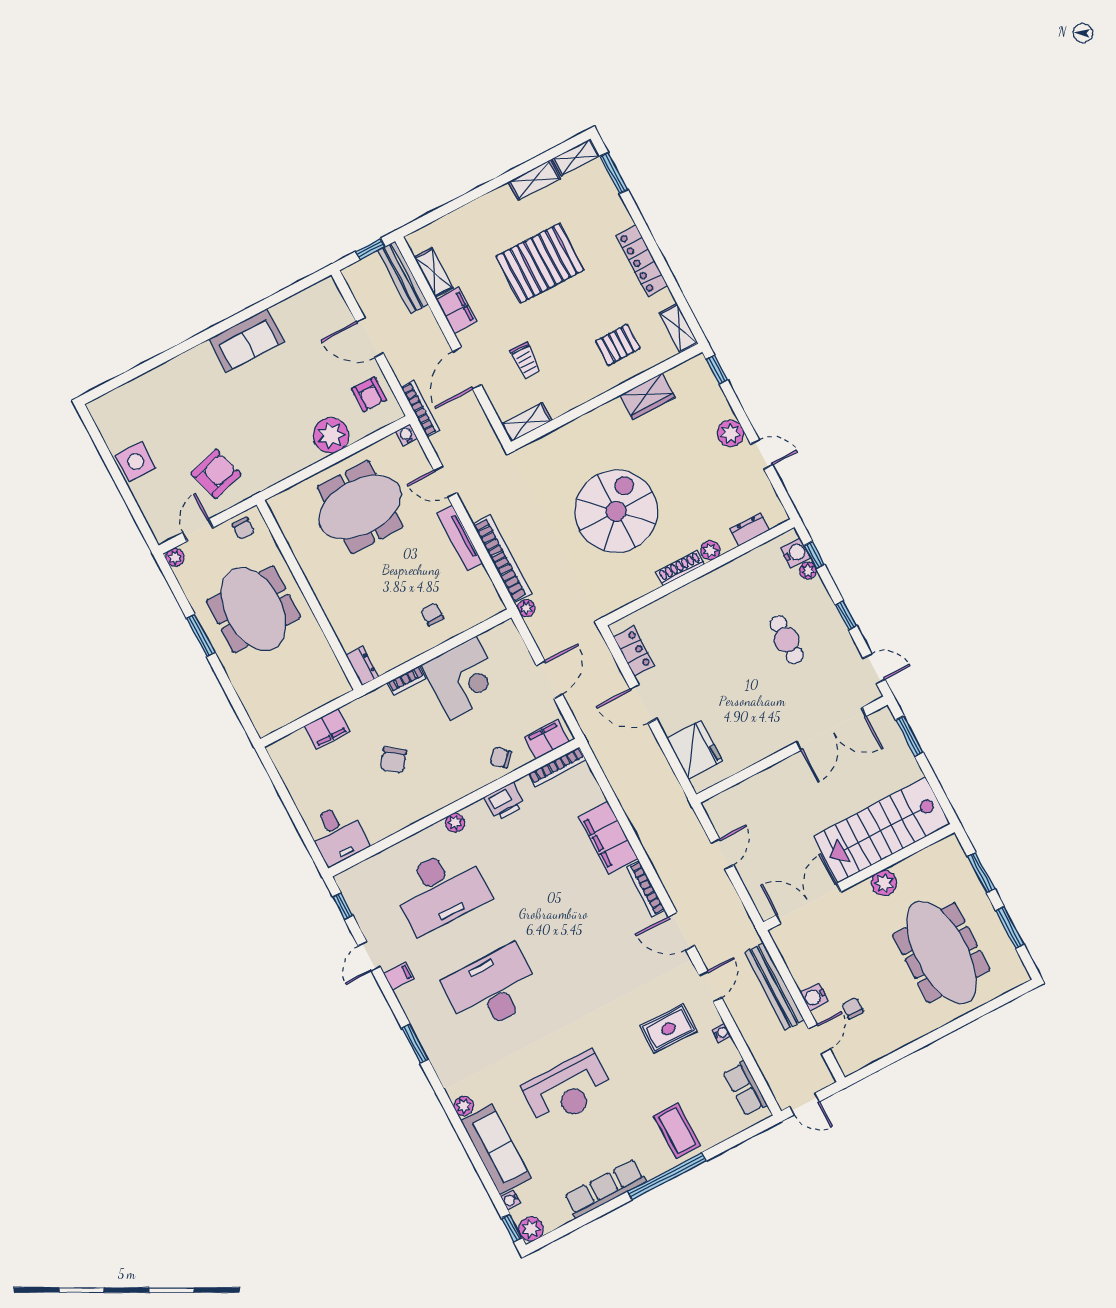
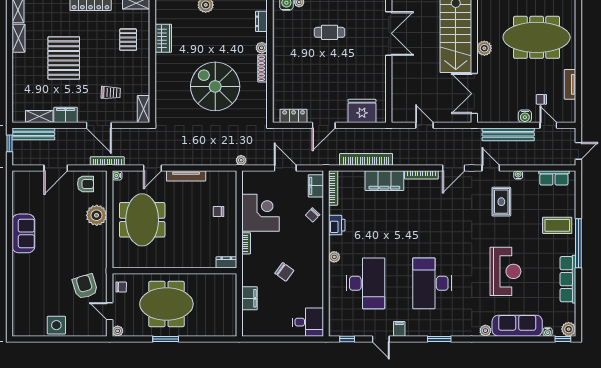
bookcase: (502, 559) -> (366, 159), moved
tv unit: (897, 1039) -> (570, 84), added

